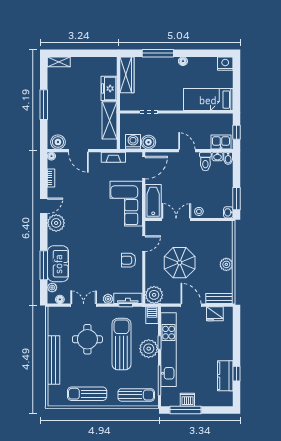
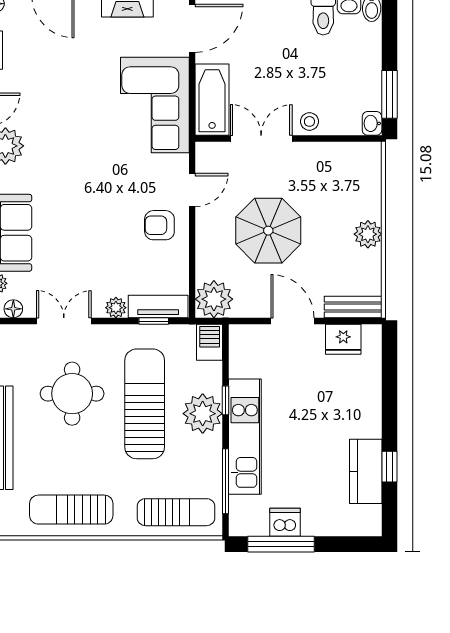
kitchen unit: (169, 350) -> (245, 437), width x0.73

